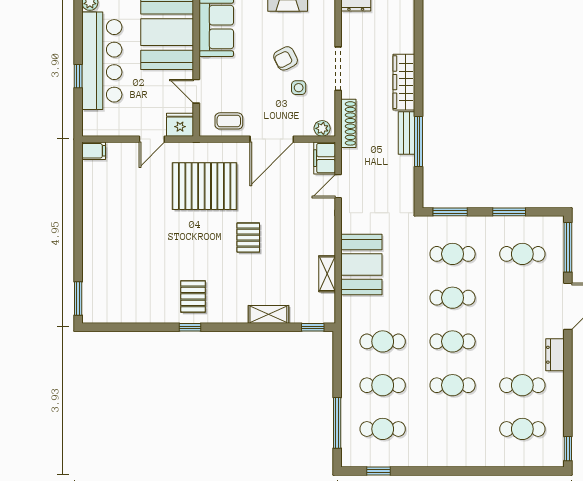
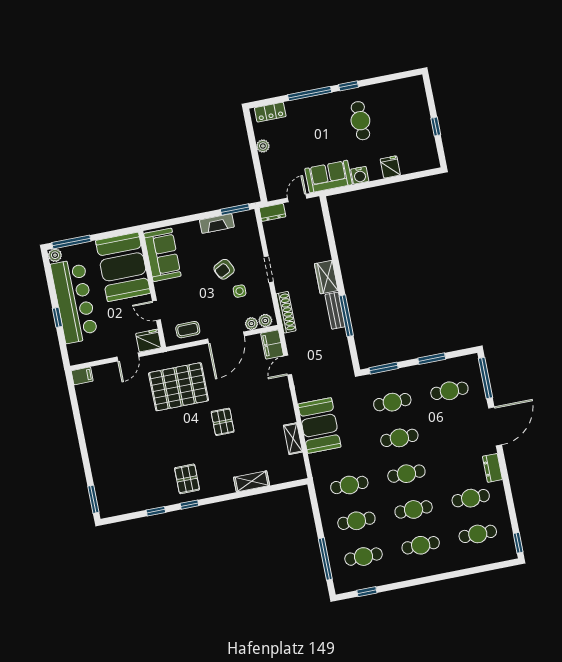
doorway: (338, 69) -> (269, 269), width x0.73
wardrobe: (404, 82) -> (326, 277), width x0.67
plant: (305, 129) -> (251, 324), added
window: (313, 327) -> (156, 511), moved
cafe table: (453, 429) -> (421, 545), added

